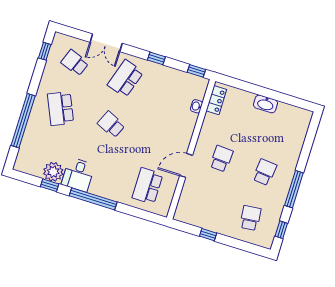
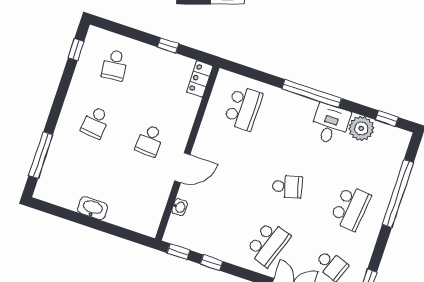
window: (156, 58) -> (211, 263), moved
locker: (216, 100) -> (200, 79), moved
school desk: (60, 109) -> (351, 208), turned 30
school desk: (111, 124) -> (287, 187), turned -39
door: (186, 165) -> (182, 168), moved
window: (50, 185) -> (387, 118), moved
window: (294, 189) -> (41, 155), moved

